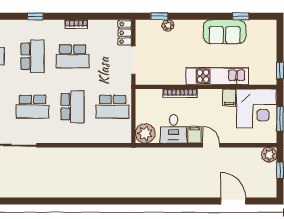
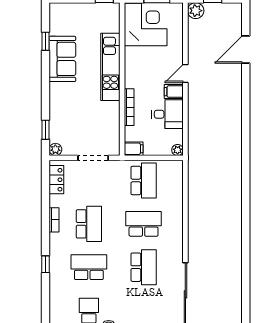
plant: (168, 25) -> (55, 149), moved
locker: (125, 33) -> (56, 180), moved, turned -90
filing cabinet: (229, 97) -> (134, 149), moved
plant: (145, 133) -> (178, 150), width x0.53, depth x0.53

